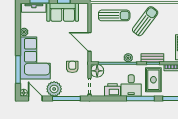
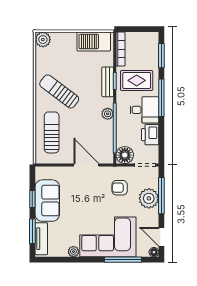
door: (90, 42) -> (86, 165), swing flipped
plant: (54, 89) -> (149, 198), moved
door: (35, 98) -> (161, 237), hinge flipped

